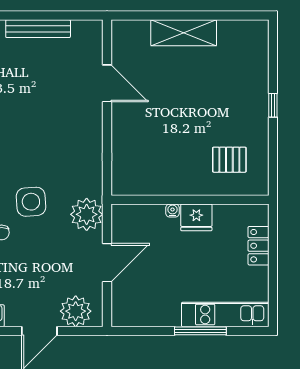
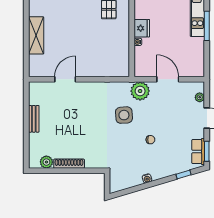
bench: (38, 29) -> (34, 119), width x0.73
side table: (31, 202) -> (124, 115), moved
plant: (76, 311) -> (200, 97), width x0.53, depth x0.53

